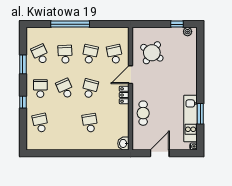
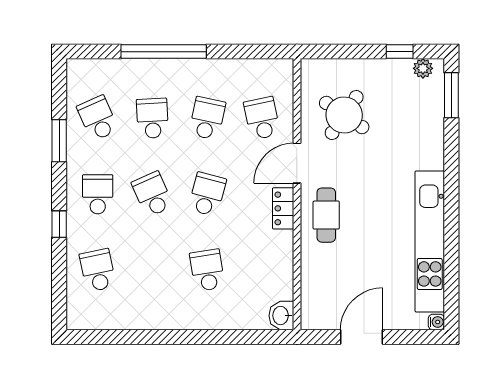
cafe table: (143, 113) -> (326, 215), moved
window: (200, 114) -> (451, 95), moved
kitchen unit: (191, 118) -> (430, 241), width x1.36

